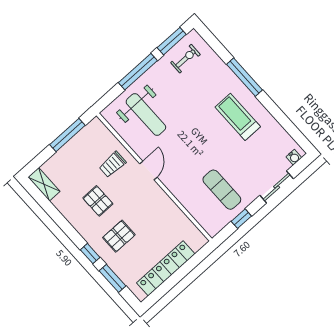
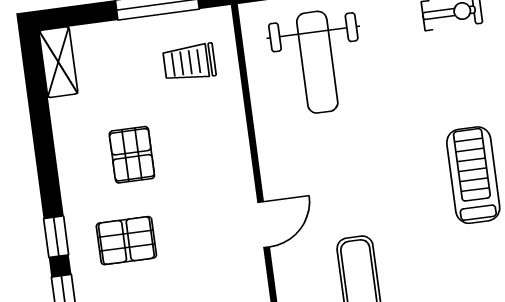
trolley: (113, 164) -> (189, 62), moved
door: (148, 171) -> (264, 225), moved

